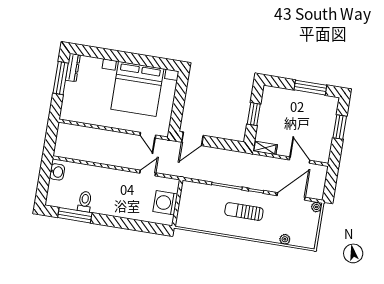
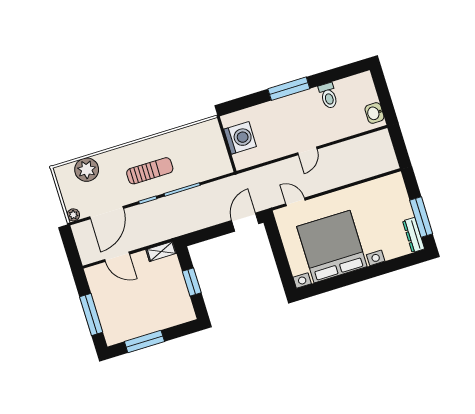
window: (340, 127) -> (91, 314), width x1.44
door: (148, 173) -> (307, 151), moved
window: (75, 215) -> (289, 89), moved
plant: (285, 239) -> (87, 170), width x1.87, depth x1.87

